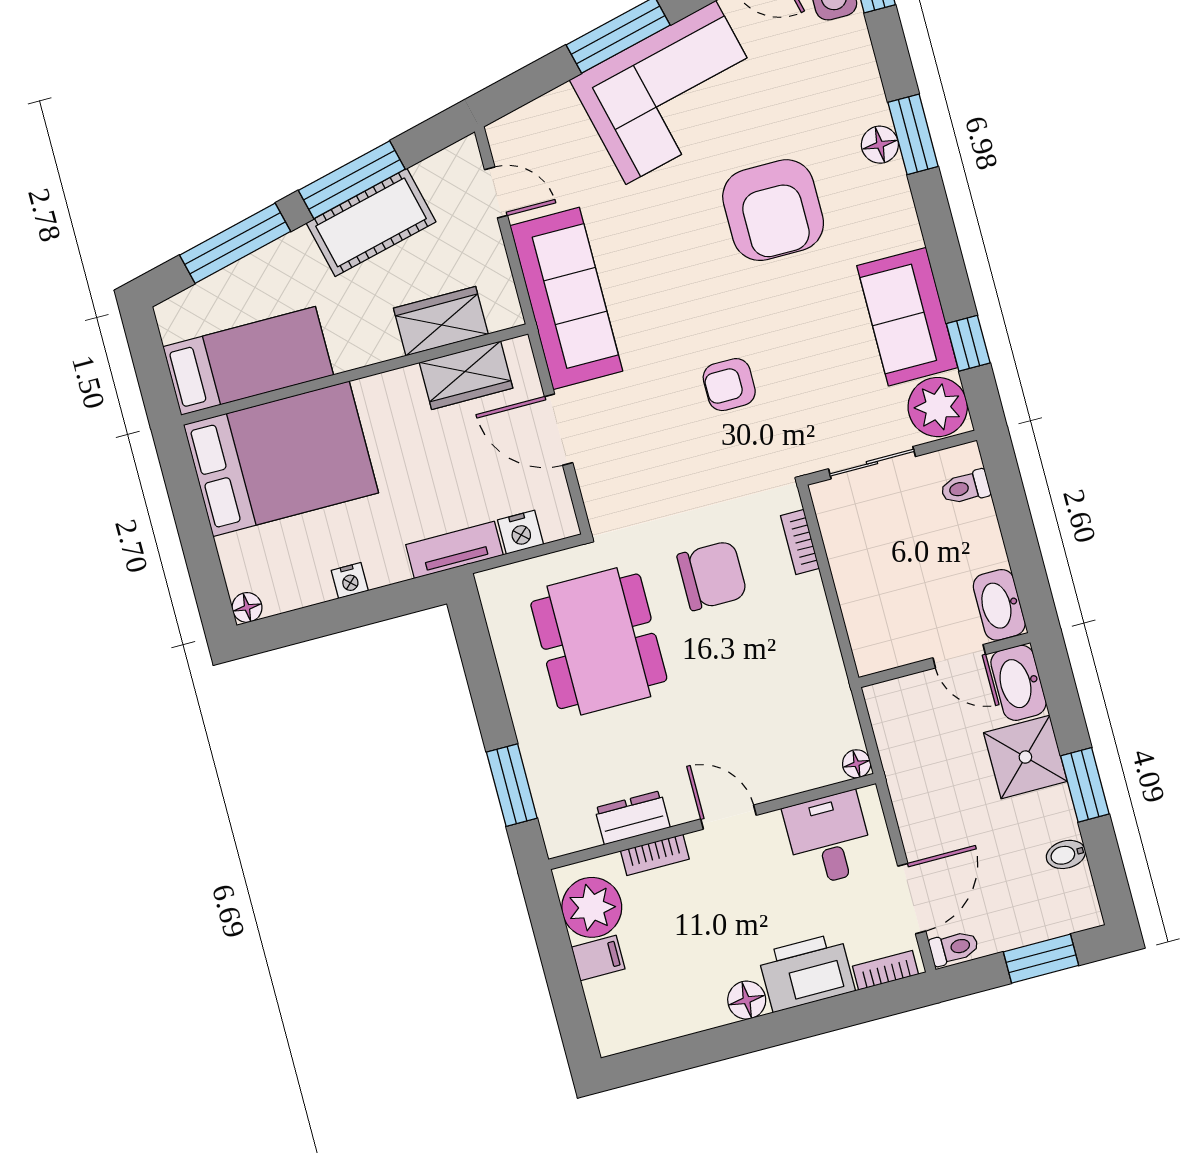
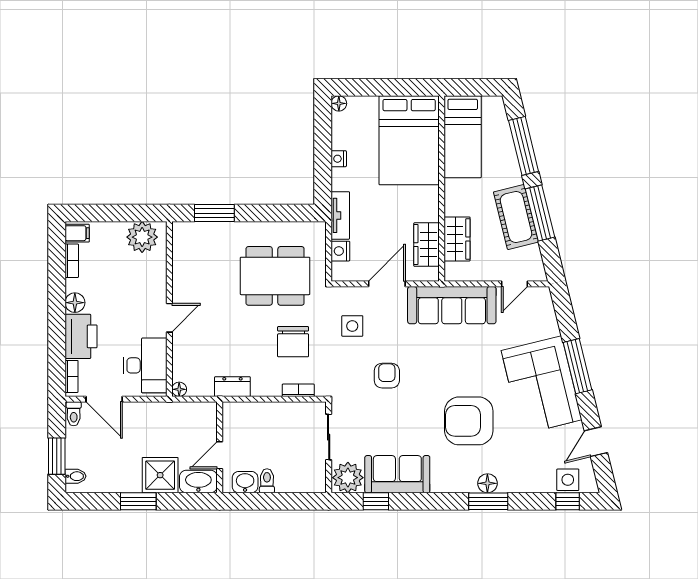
side table: (654, 473) -> (352, 326), added
toilet: (965, 487) -> (267, 481), moved
washbasin: (999, 605) -> (245, 482), width x0.72
dresser: (632, 818) -> (232, 387), moved, turned -90
desk: (829, 839) -> (145, 365), width x1.37
bidet: (1066, 854) -> (75, 476), moved, turned 90
bookcase: (655, 855) -> (72, 261), moved, turned 180
filing cabinet: (598, 958) -> (77, 233), moved, turned -90

